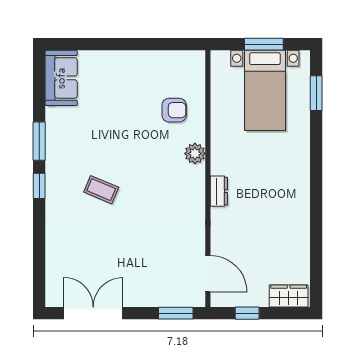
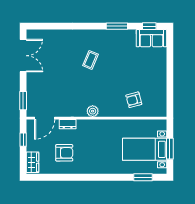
armchair: (174, 110) -> (134, 100), turned 75
plant: (195, 154) -> (93, 111), moved
window: (39, 186) -> (149, 26), moved
dresser: (219, 191) -> (68, 124), moved
armchair: (271, 238) -> (64, 153), added

